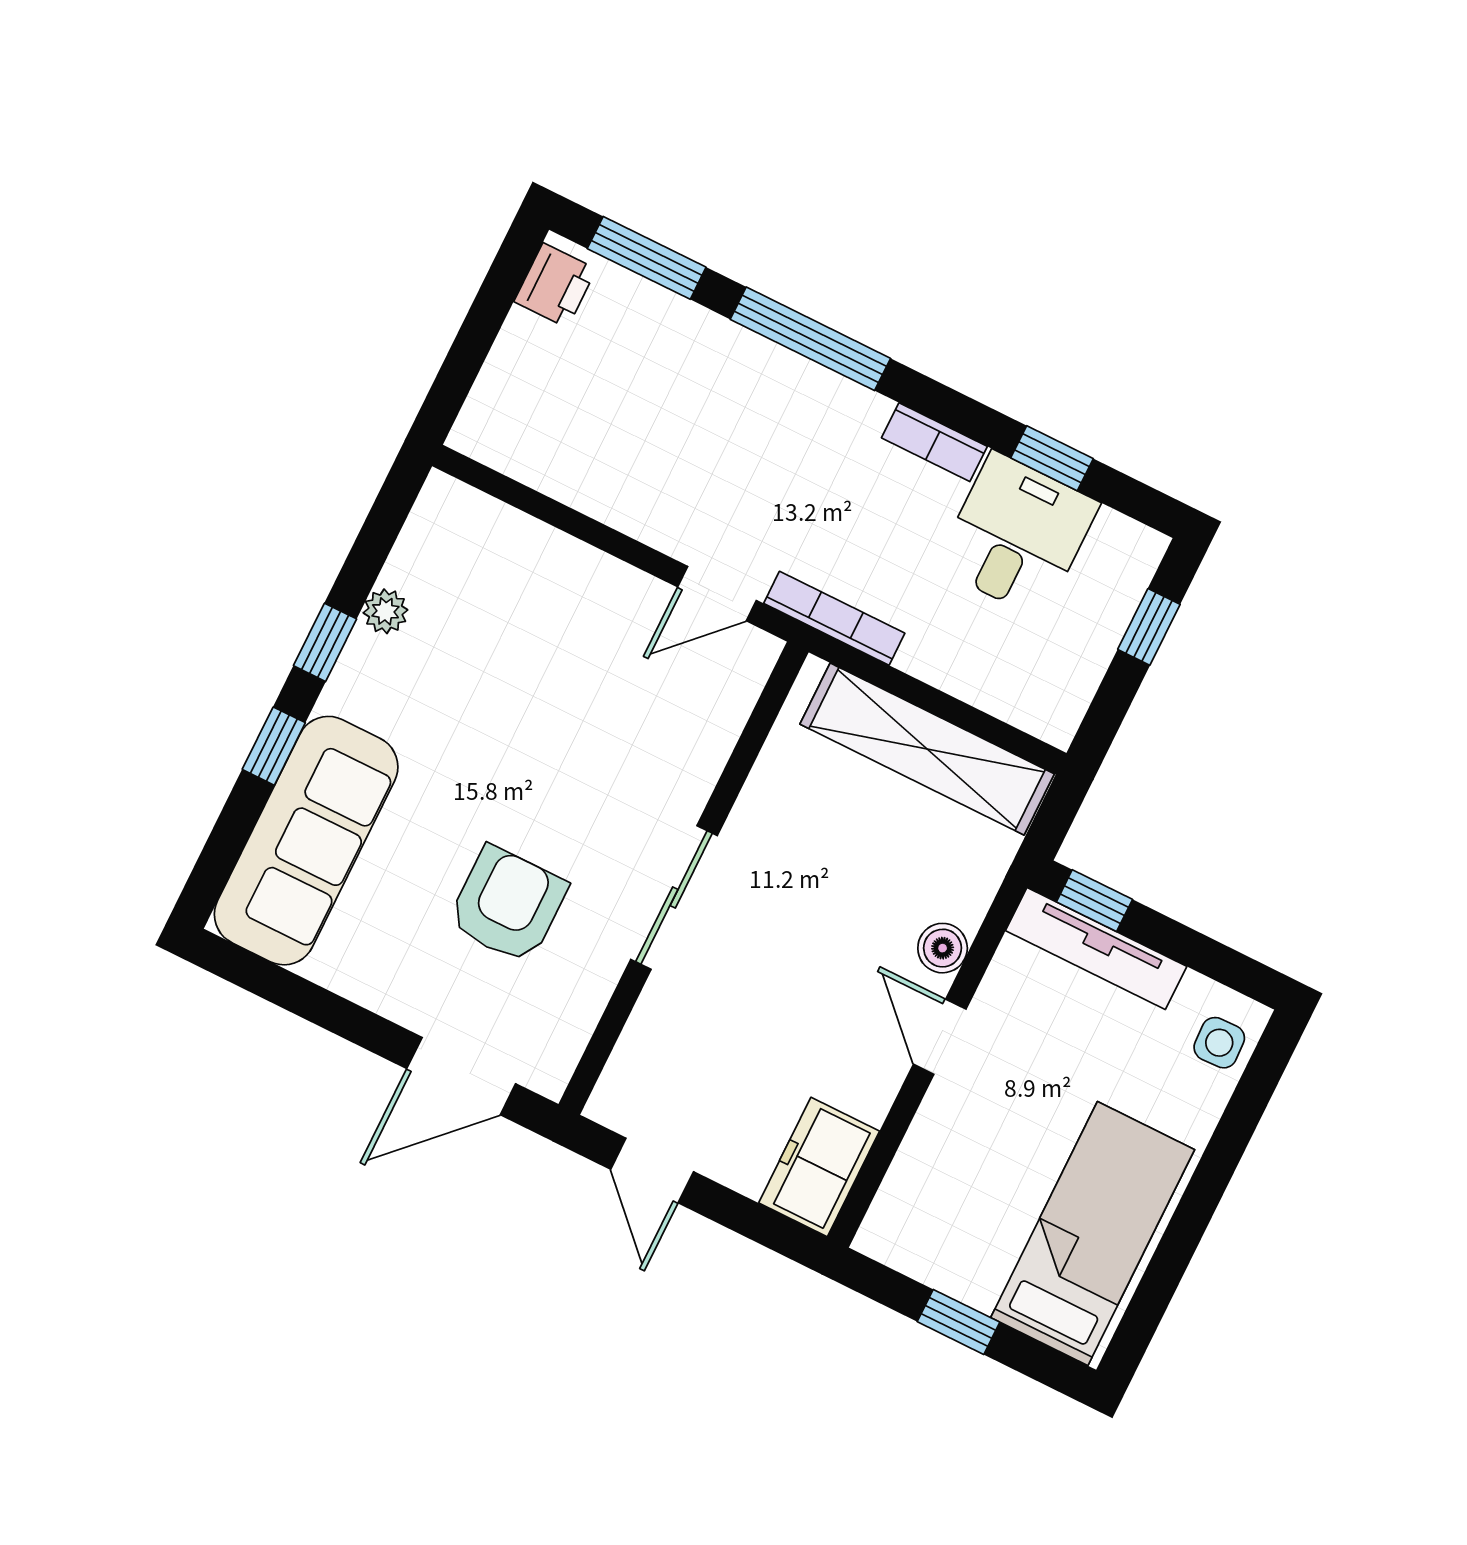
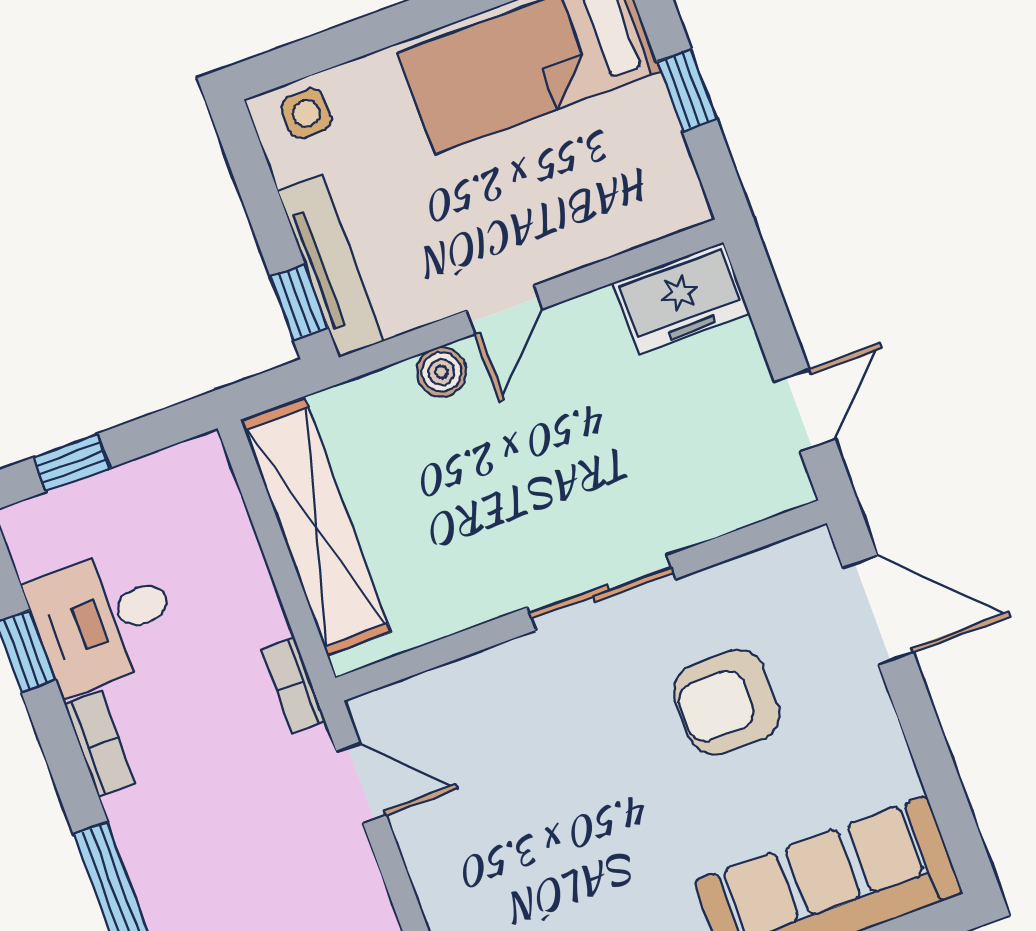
bookcase: (834, 618) -> (293, 685), width x0.64

